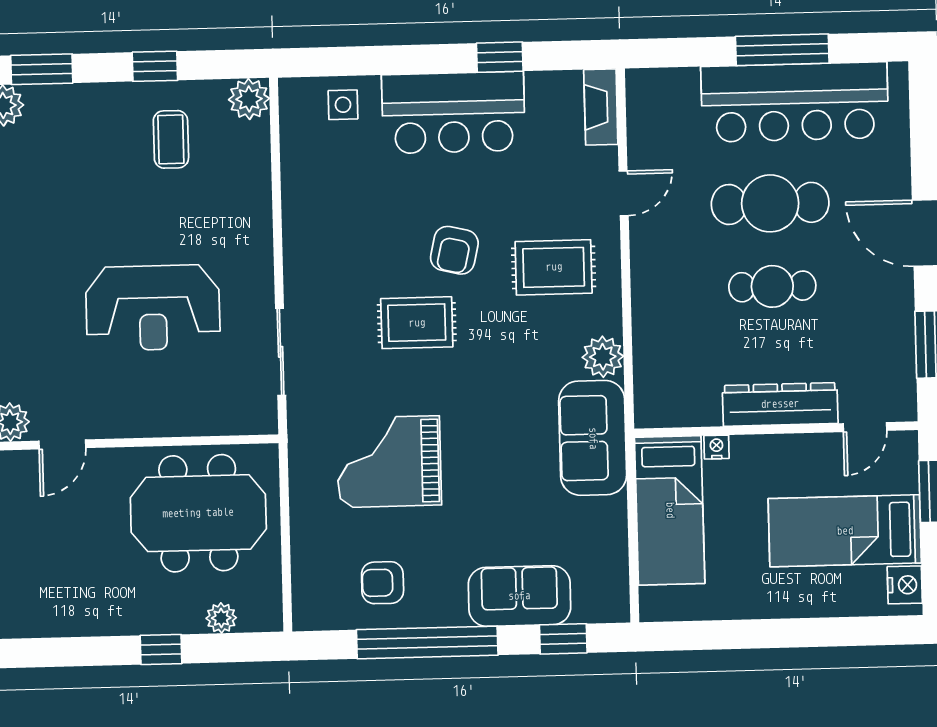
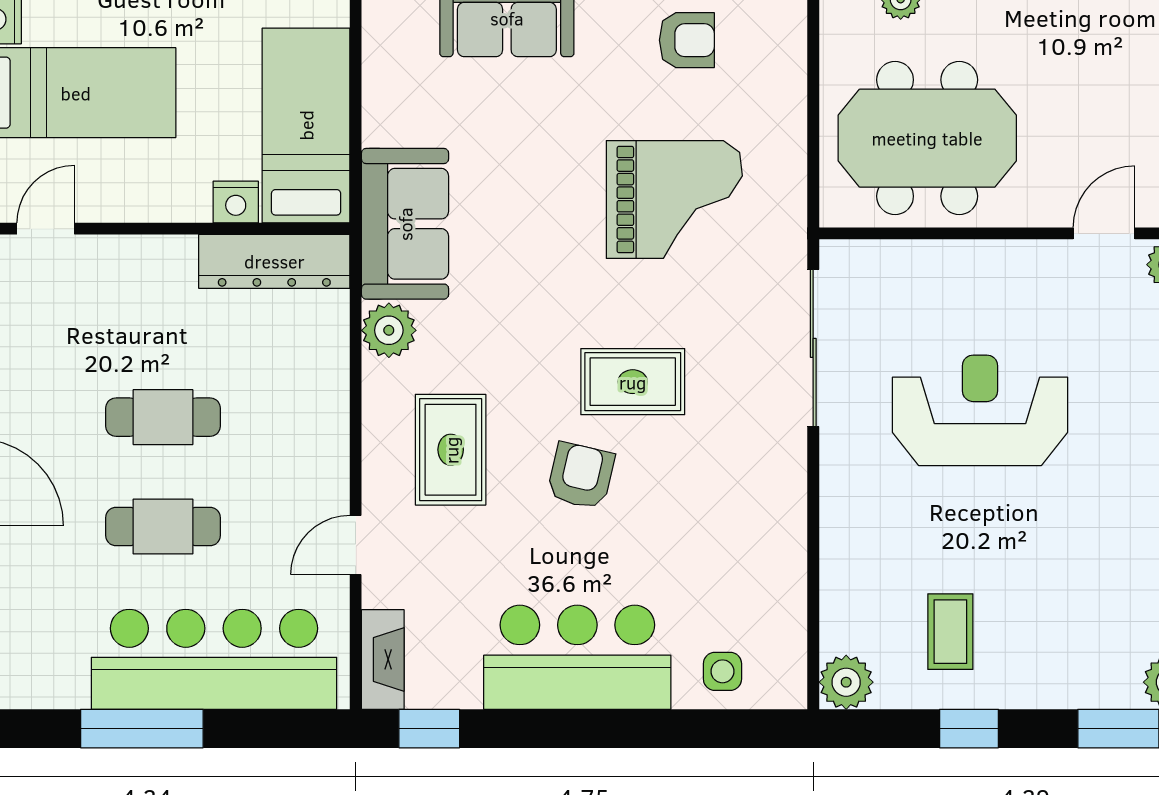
window: (500, 57) -> (429, 729), moved
bar counter: (795, 102) -> (214, 659), moved
cafe table: (770, 203) -> (163, 527), width x0.73, depth x0.74
rug: (554, 267) -> (451, 450), turned 90
sliding door: (281, 352) -> (813, 348), width x1.37
dresser: (780, 404) -> (274, 261), moved
nightstand: (717, 447) -> (236, 202), width x1.39, depth x1.35

